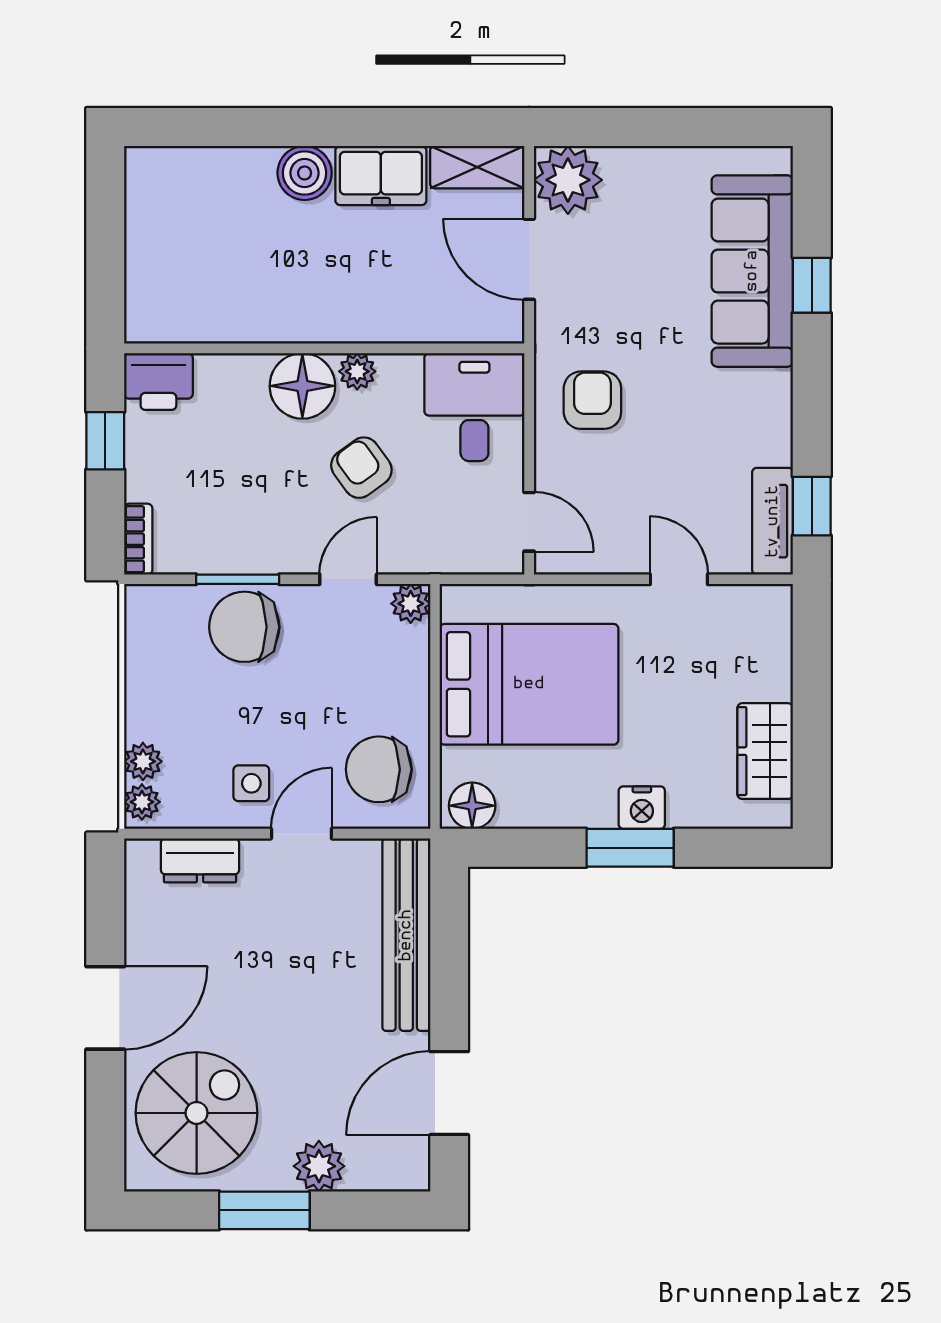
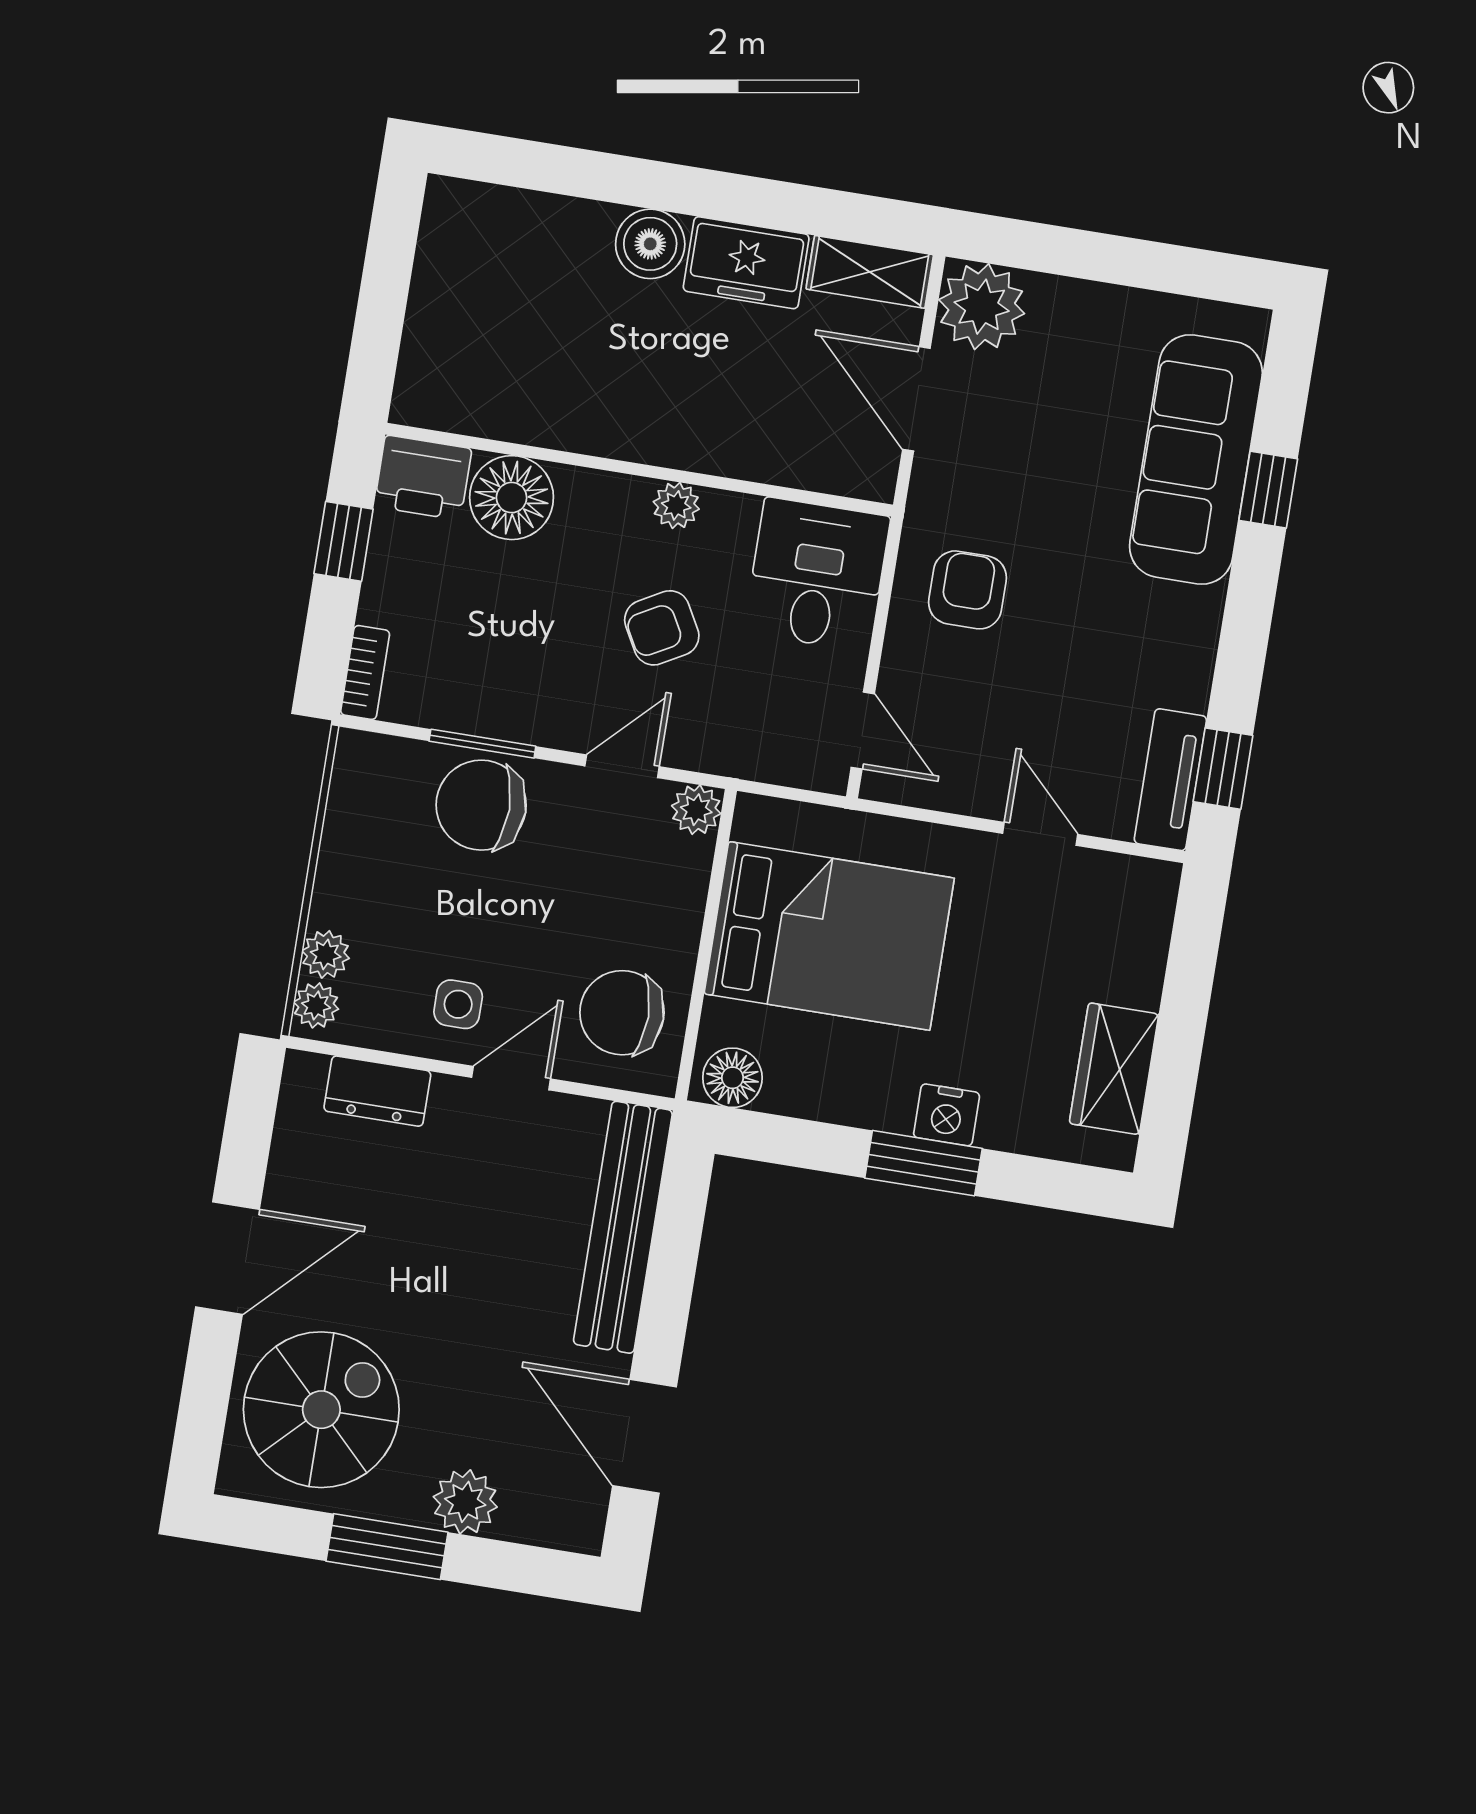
floor lamp: (302, 386) -> (512, 498), moved
armchair: (361, 468) -> (662, 628), turned -83
door: (449, 1093) -> (645, 1436), hinge flipped

